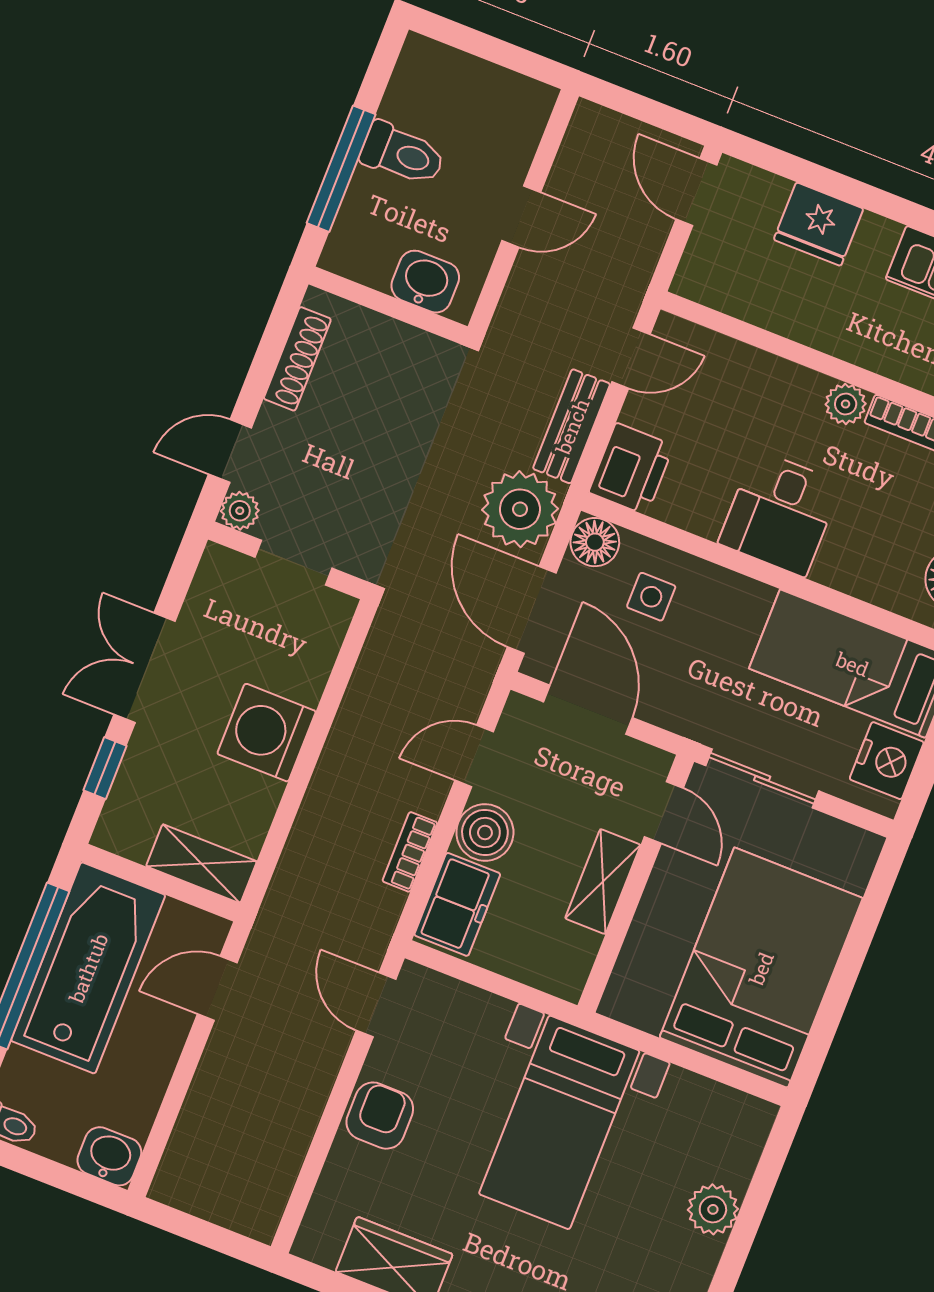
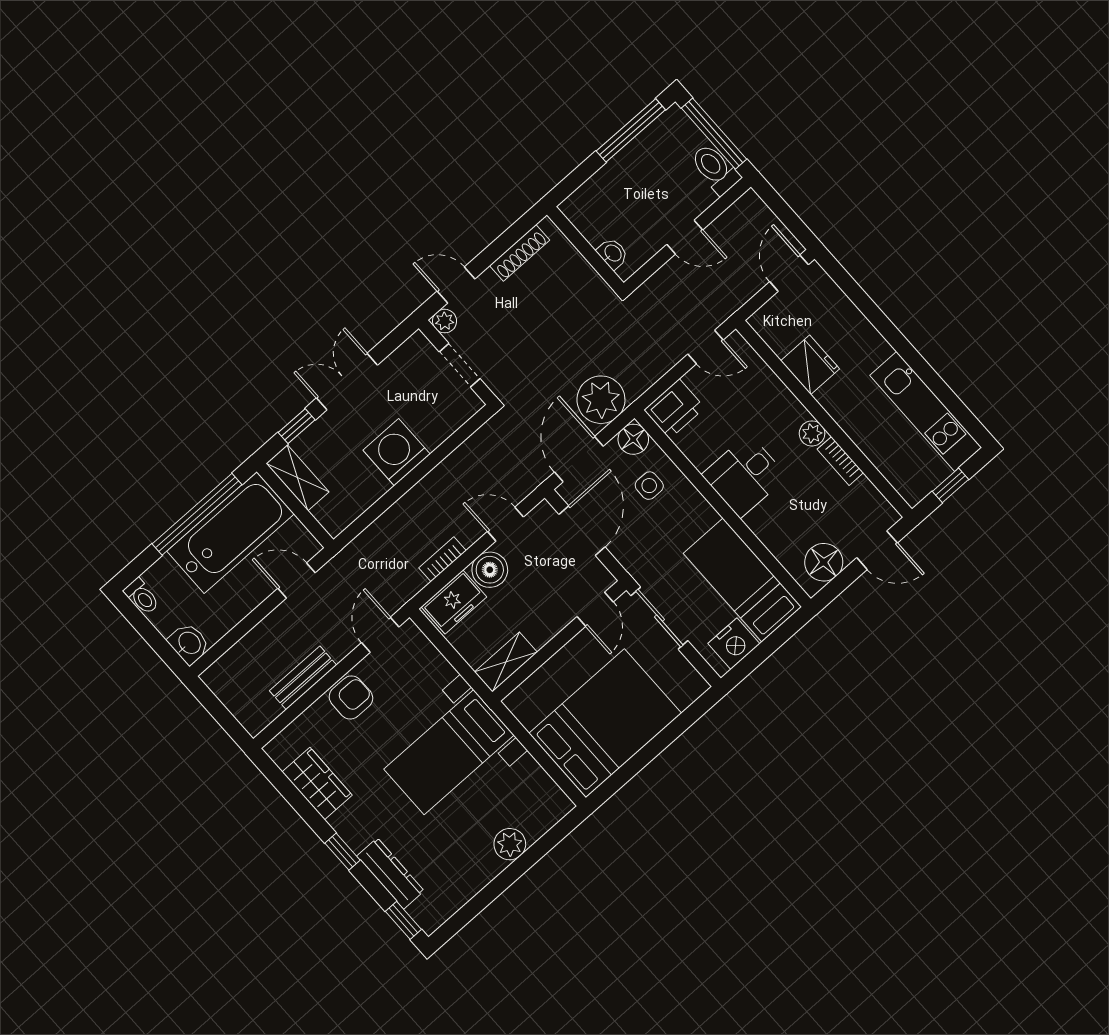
window: (488, 48) -> (714, 134), added
toilet: (402, 154) -> (715, 169), moved, turned 180
window: (341, 169) -> (631, 130), moved
fridge: (819, 224) -> (810, 365), moved, turned 180
washbasin: (425, 282) -> (613, 253), width x0.72, depth x0.69
bench: (572, 426) -> (303, 678), moved
shelving: (201, 864) -> (297, 478), moved
shelving: (603, 882) -> (506, 662), moved

